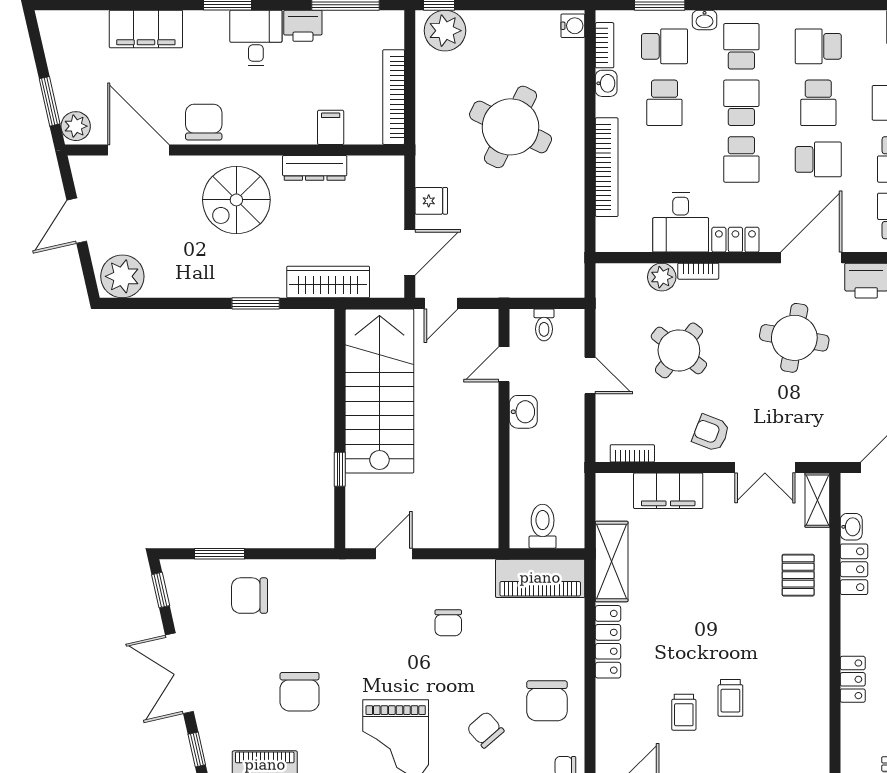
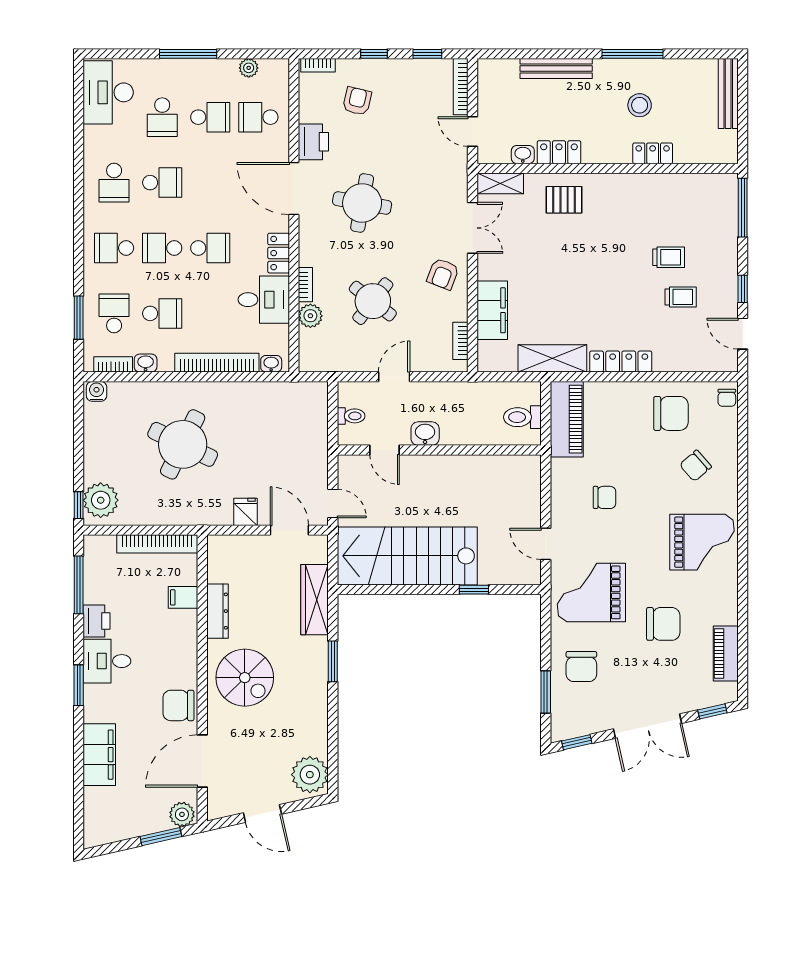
washbasin: (705, 20) -> (271, 364), moved, turned -90
school desk: (818, 159) -> (210, 183), removed
grand piano: (336, 607) -> (591, 592), added

